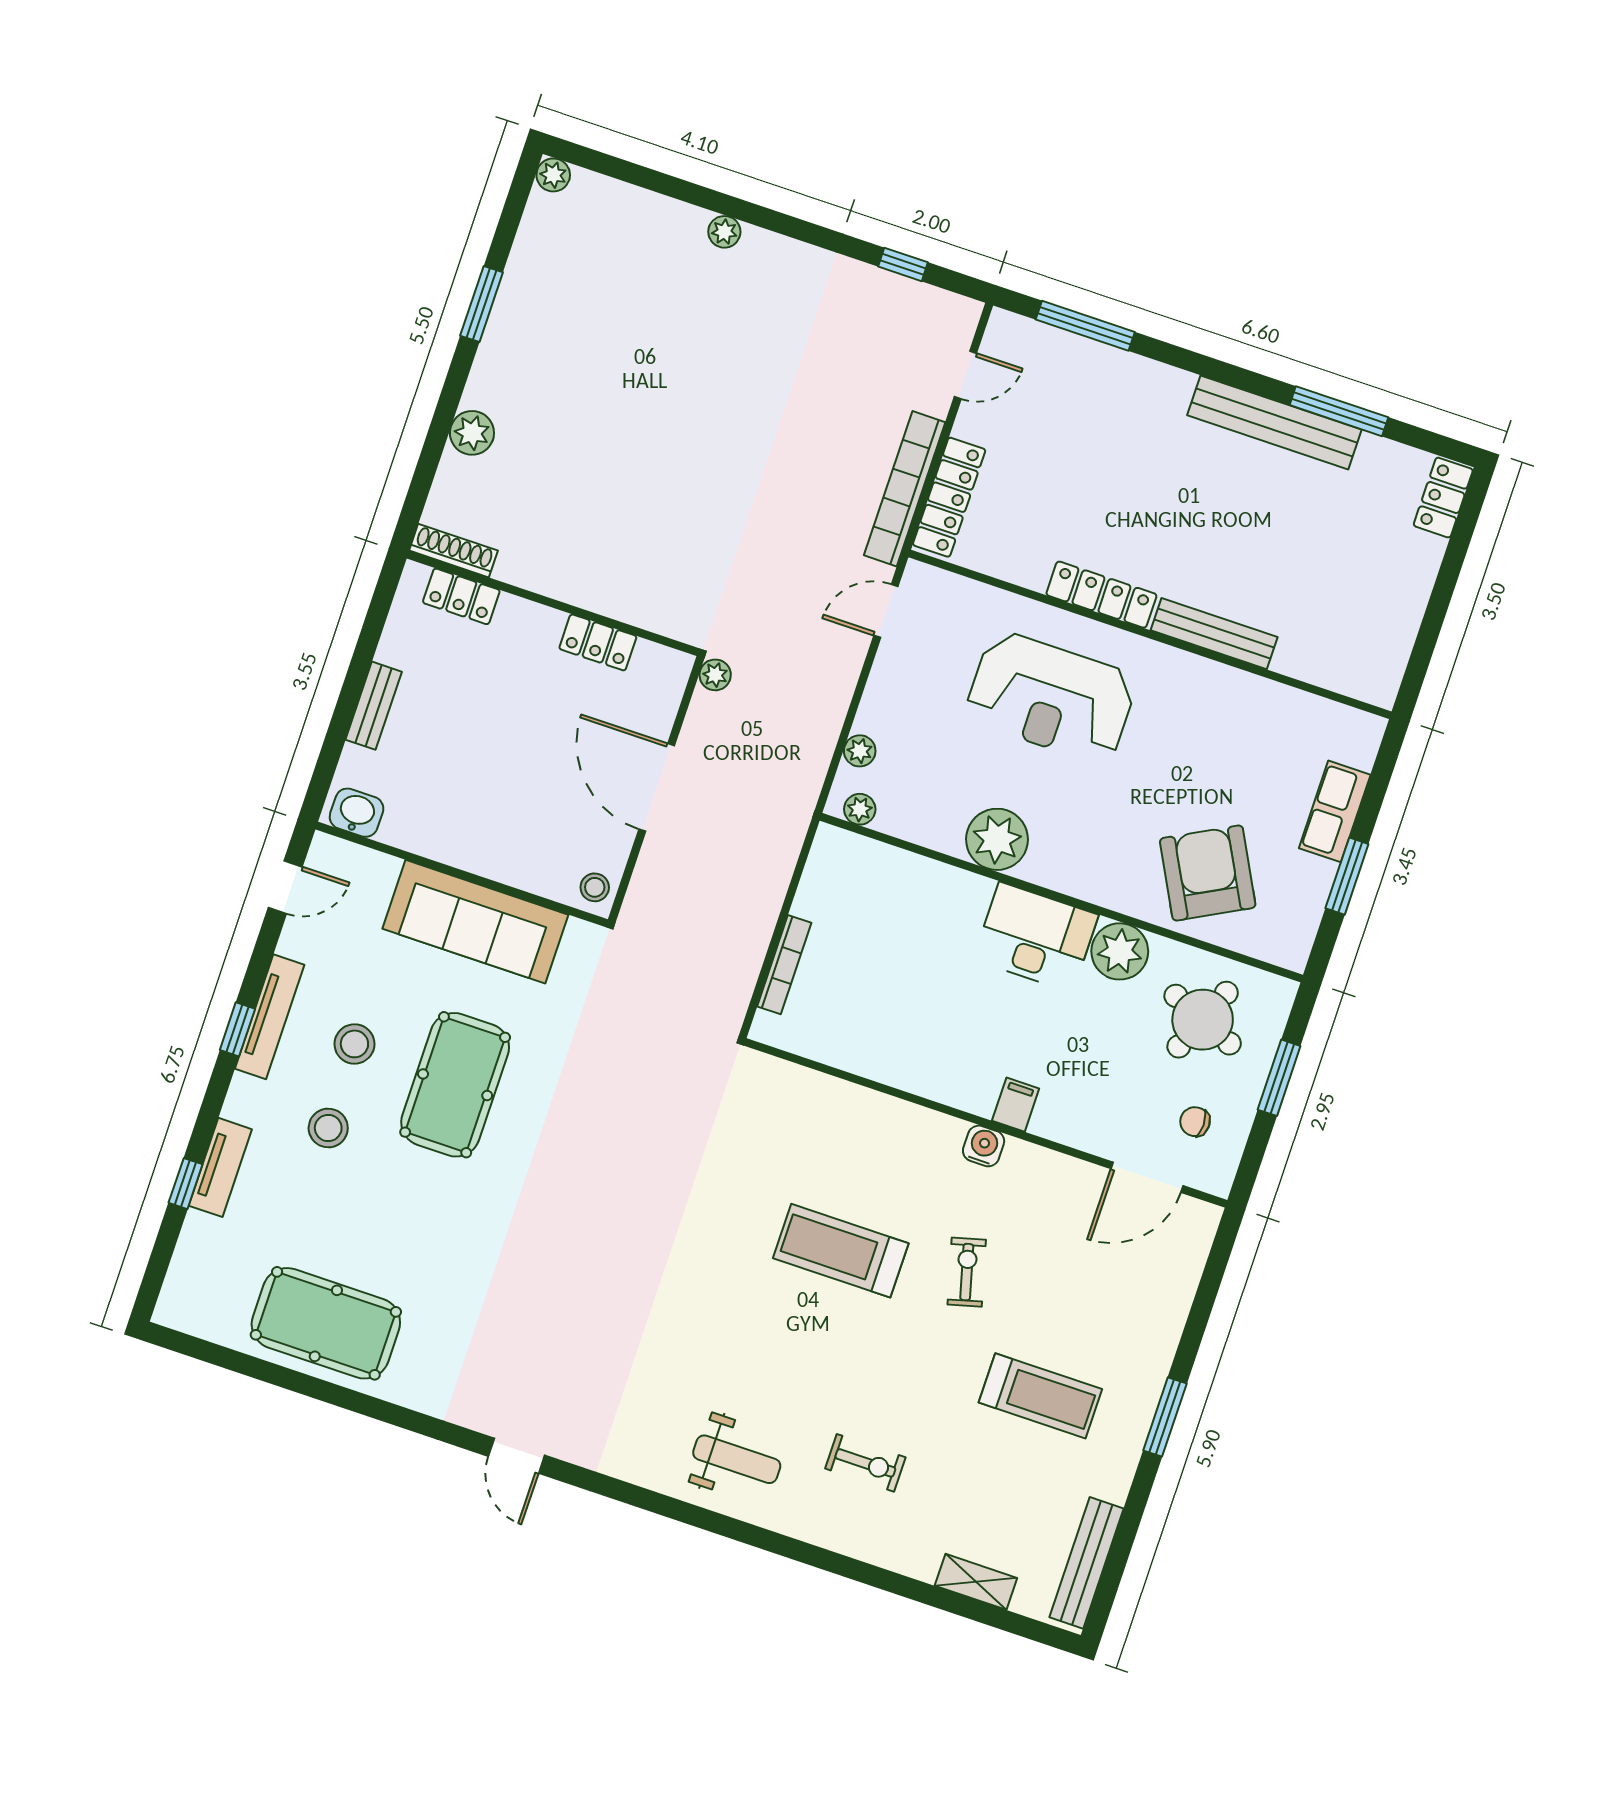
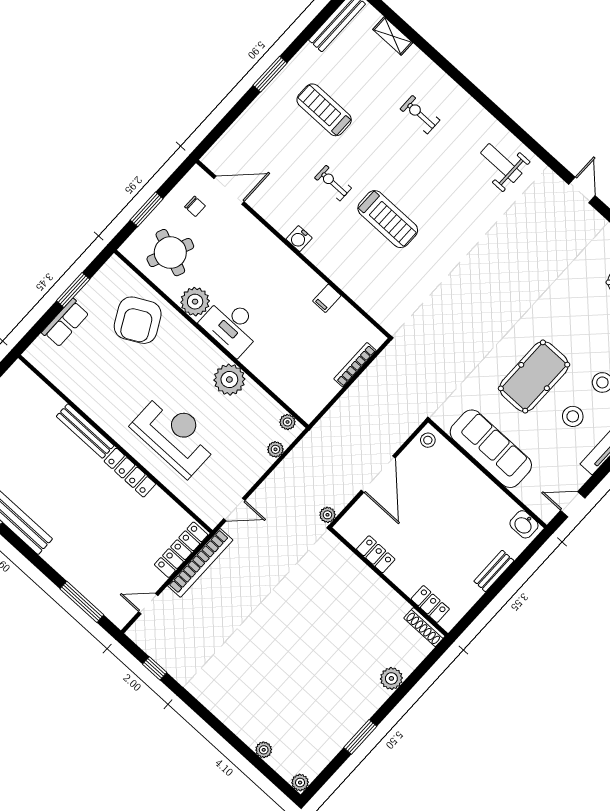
plant: (724, 232) -> (264, 750), moved
filing cabinet: (1016, 1105) -> (327, 298), moved
exercise bike: (967, 1272) -> (333, 183), turned 105
weight bench: (737, 1459) -> (501, 163), moved

